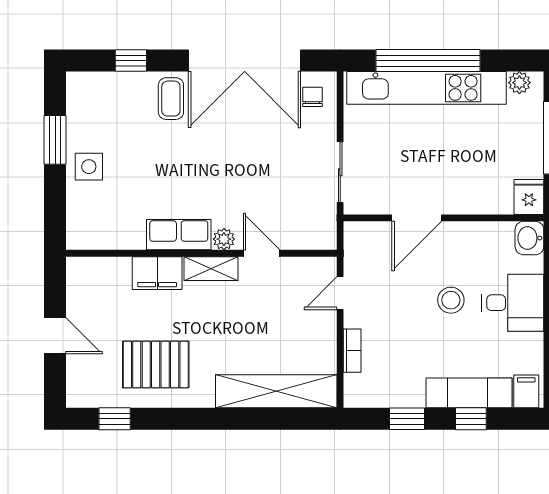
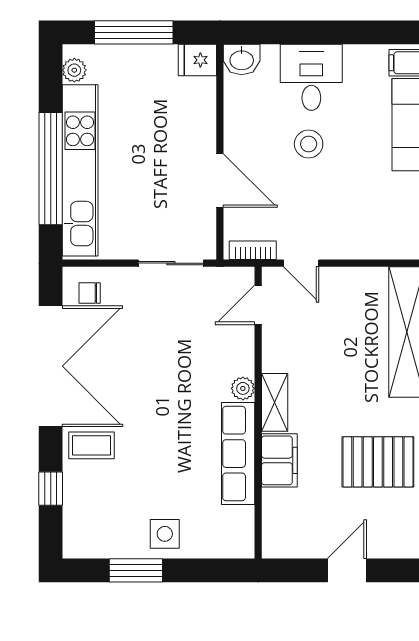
row of seats: (179, 235) -> (238, 454), width x1.48
door: (262, 253) -> (258, 305), moved
bookcase: (352, 351) -> (253, 250), moved
pallet: (156, 365) -> (378, 462), turned 90

